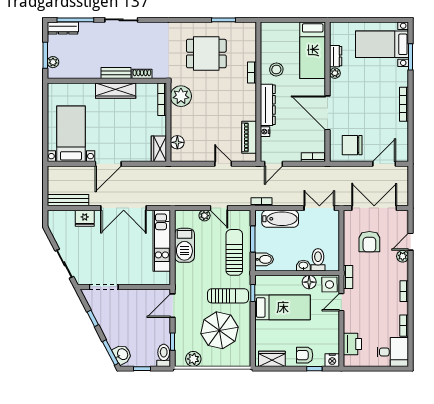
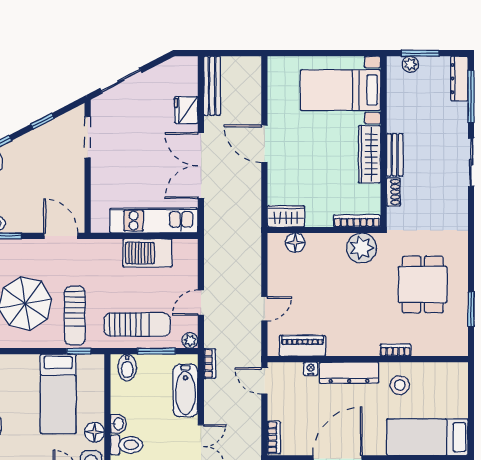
bed with nightstands: (71, 134) -> (340, 90), moved, turned 180
plant: (205, 216) -> (190, 340), moved

